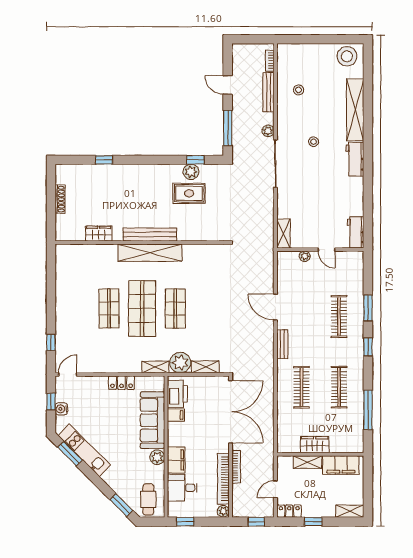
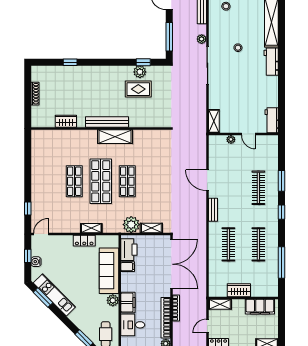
shelving: (150, 253) -> (115, 137), width x0.68
shelving: (155, 367) -> (91, 228), moved
shelving: (307, 462) -> (220, 304), moved

